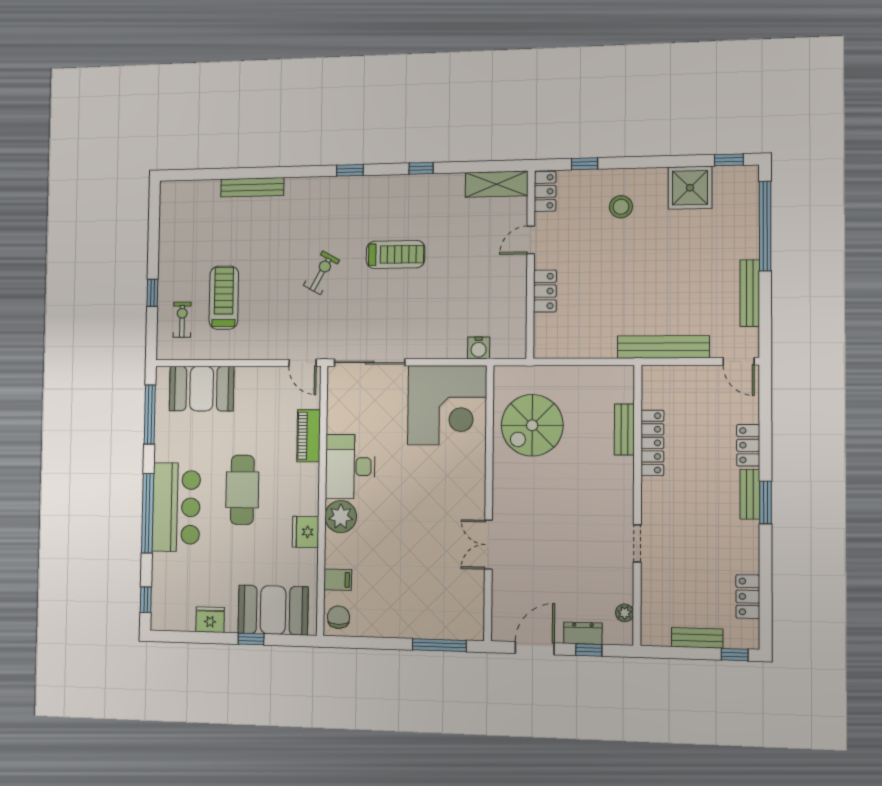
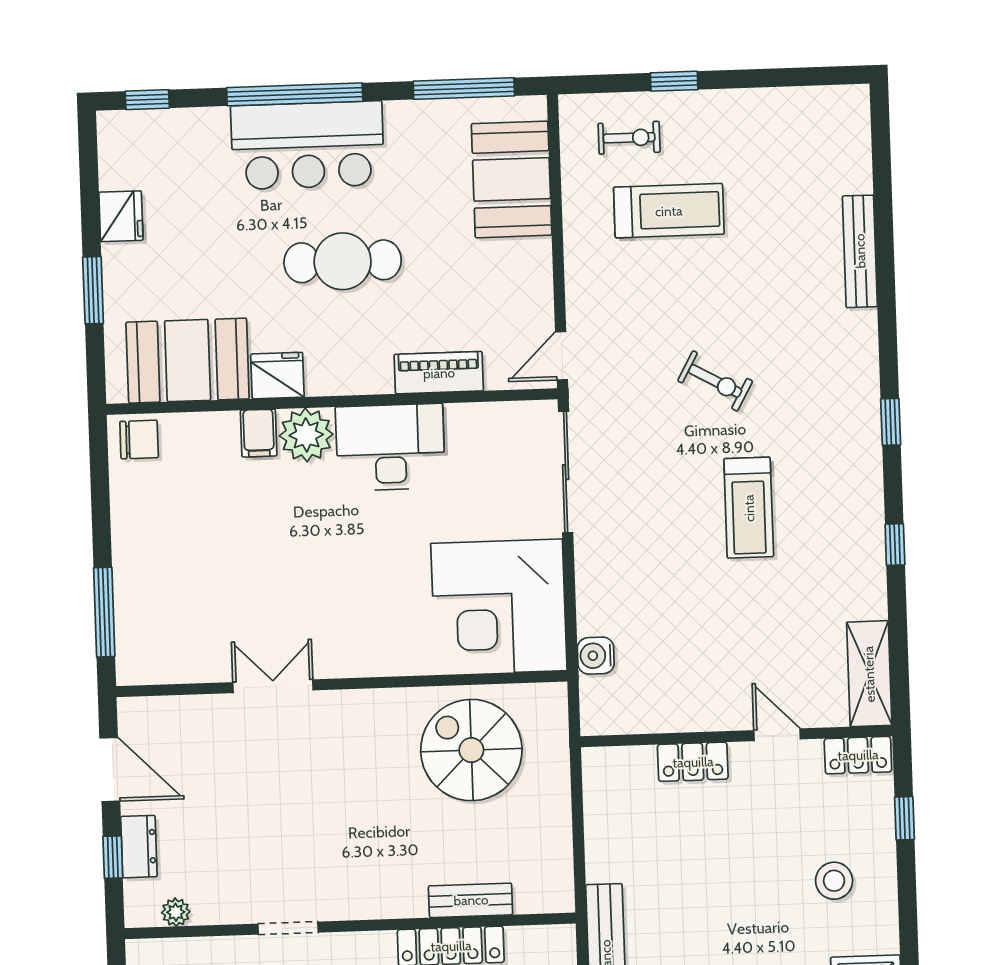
filing cabinet: (338, 580) -> (259, 433), moved
booth: (273, 610) -> (188, 361), moved, turned 90
window: (251, 639) -> (93, 290), width x1.50

